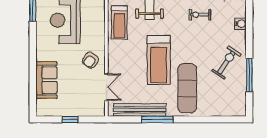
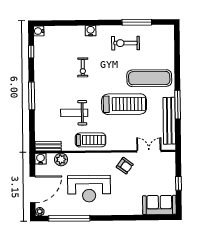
exercise bike: (226, 62) -> (126, 43), turned -34
sofa: (46, 80) -> (159, 205), moved

